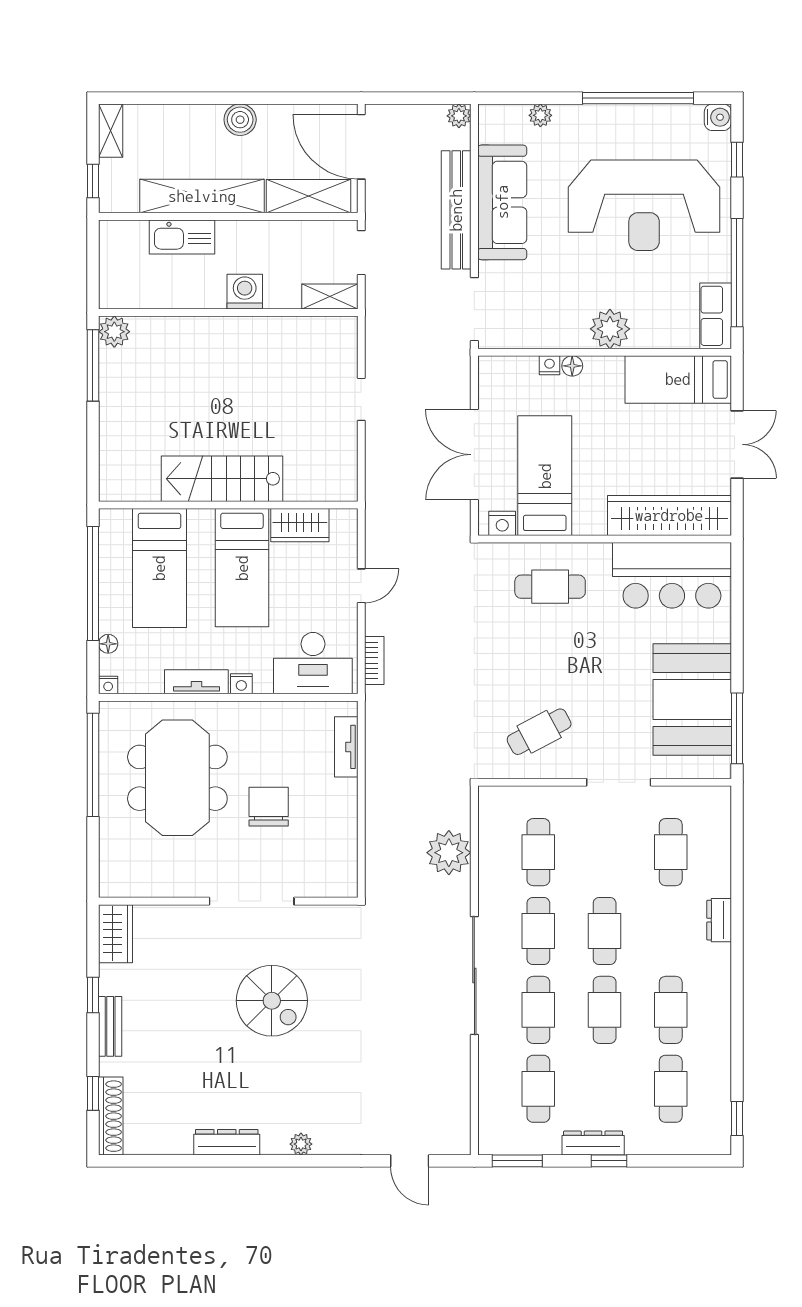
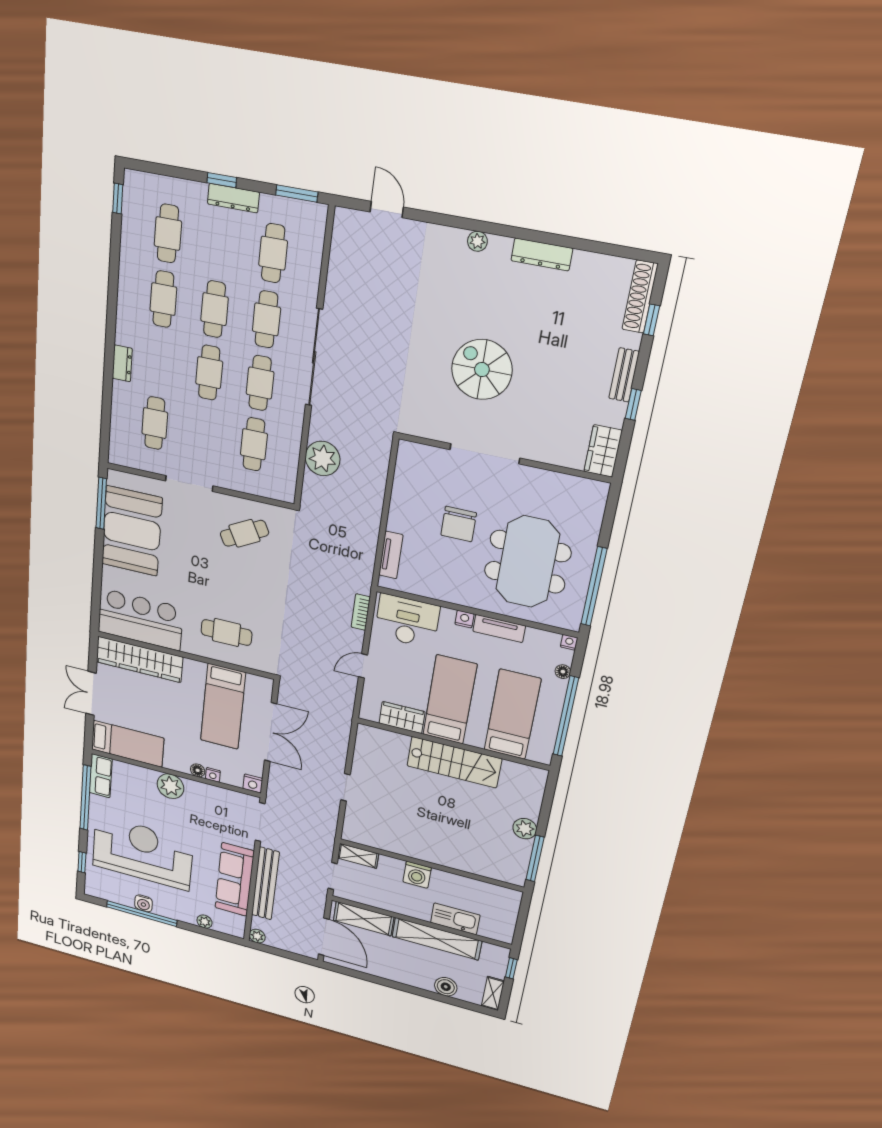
water cooler: (718, 117) -> (144, 903), moved, turned -90
boiler: (240, 120) -> (446, 987), moved
plant: (114, 332) -> (525, 829), moved
nightstand: (502, 523) -> (253, 784), moved, turned 180

